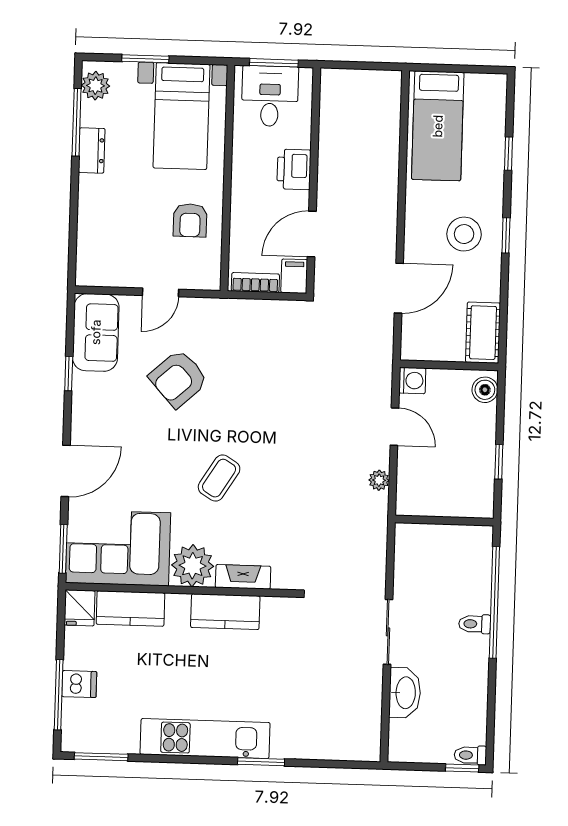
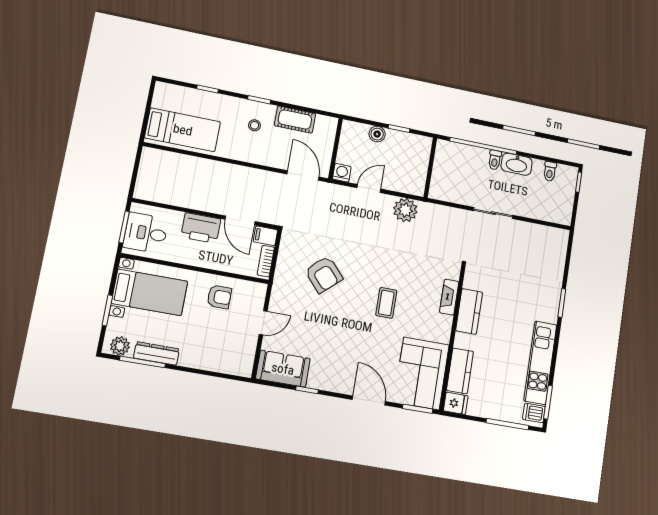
dresser: (92, 150) -> (156, 353), width x1.44
printer: (294, 169) -> (201, 228), width x1.37, depth x1.19
stool: (464, 234) -> (254, 125), width x0.53, depth x0.53
door: (399, 288) -> (303, 175), moved
door: (161, 292) -> (263, 323), hinge flipped
cot: (483, 333) -> (295, 120), moved
armchair: (178, 378) -> (324, 274), moved
boiler: (485, 390) -> (377, 134), moved
coffee table: (219, 478) -> (386, 303), turned 58
plant: (379, 480) -> (405, 210), width x1.87, depth x1.87
plant: (193, 566) -> (438, 328), removed
dishwasher: (79, 684) -> (534, 413), moved, turned -90
washbasin: (405, 693) -> (517, 164), moved, turned 180
kitchen unit: (205, 738) -> (540, 363), moved
toilet: (470, 755) -> (550, 171), moved

